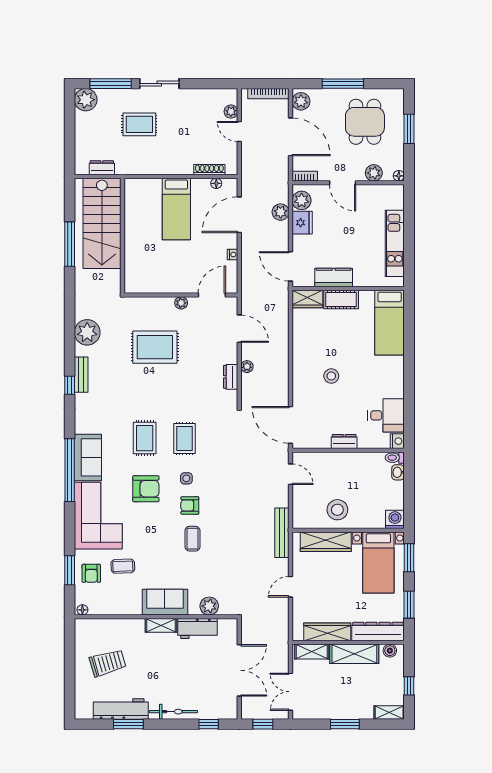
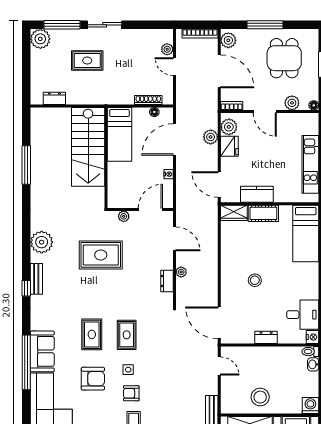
stairs: (102, 223) -> (88, 147), moved
wall: (122, 236) -> (106, 158), moved

